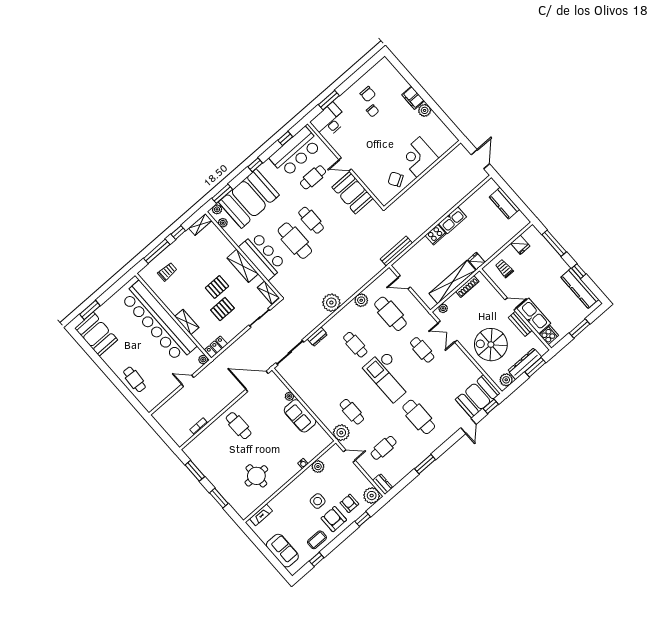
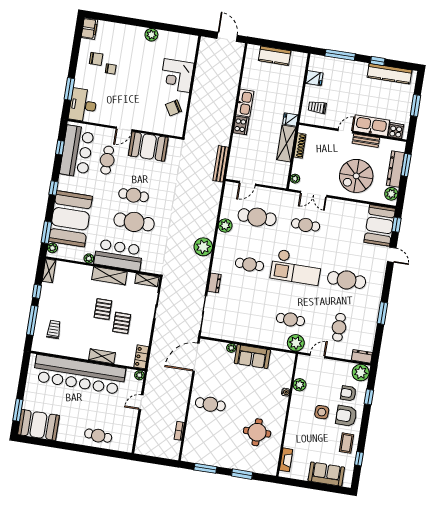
filing cabinet: (413, 98) -> (89, 29), moved, turned -90
plant: (223, 223) -> (89, 258), moved
shelving: (452, 282) -> (286, 144), width x0.68

